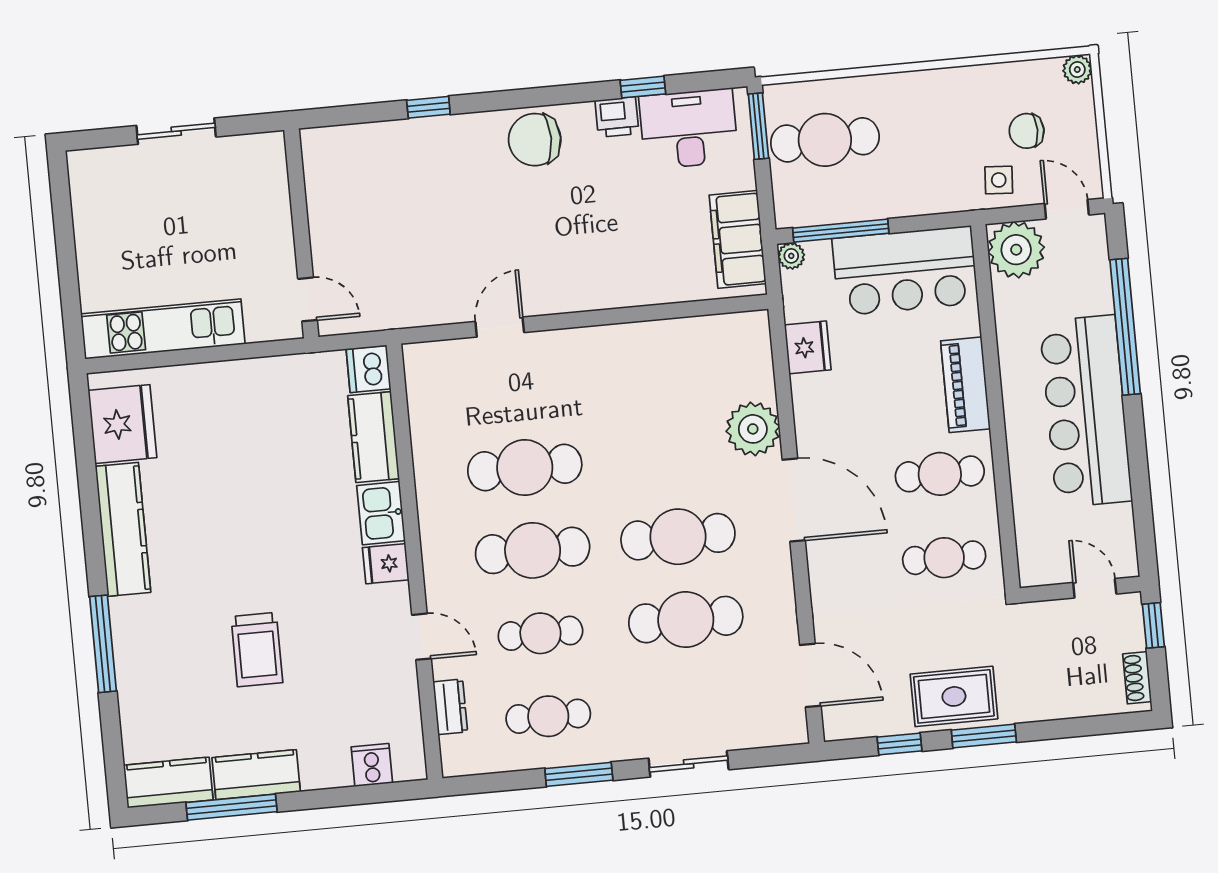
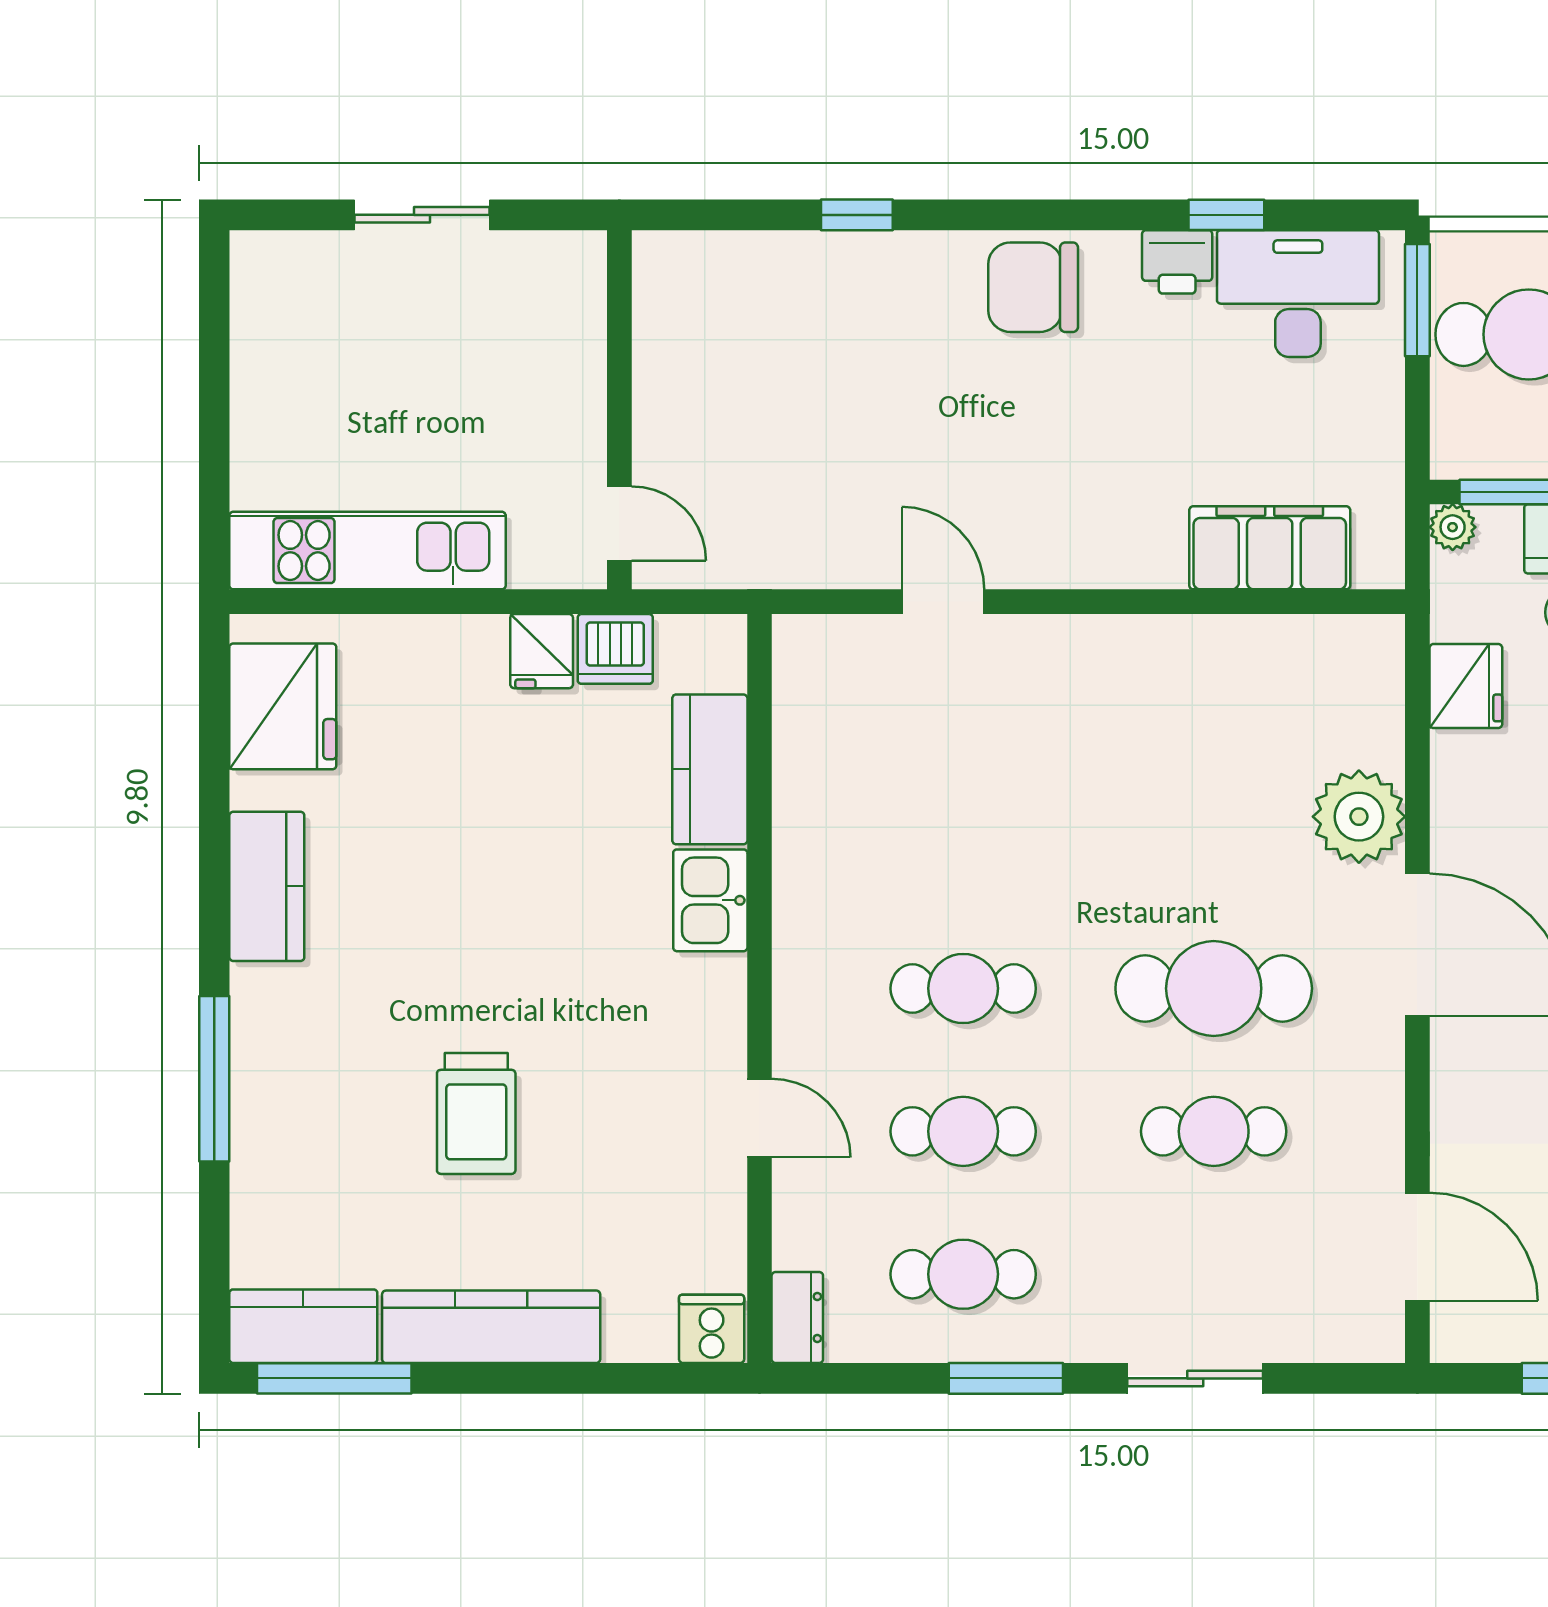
filing cabinet: (738, 239) -> (1270, 548), moved, turned 90
door: (500, 327) -> (943, 602), hinge flipped
dishwasher: (369, 369) -> (615, 649), moved, turned -90
cafe table: (525, 468) -> (963, 846), removed
kitchen counter: (123, 529) -> (267, 886), width x0.67
cafe table: (533, 550) -> (963, 988), width x0.73, depth x0.74
fridge: (386, 564) -> (542, 651), moved, turned -90
cafe table: (686, 620) -> (1214, 1131), width x0.73, depth x0.74
dresser: (450, 707) -> (797, 1318), moved
cooker: (372, 765) -> (712, 1329), moved
kitchen counter: (256, 775) -> (491, 1327), width x1.50
window: (232, 807) -> (334, 1378), moved

